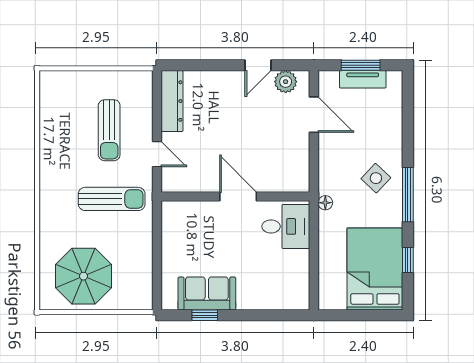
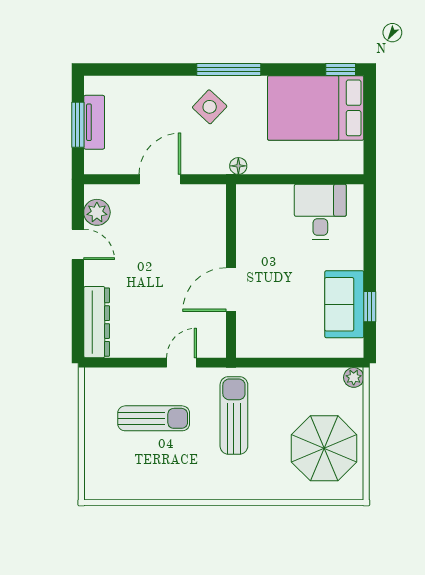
dresser: (172, 101) -> (97, 322), moved, turned 90
door: (314, 115) -> (160, 179), moved
door: (238, 196) -> (231, 290), moved
desk: (286, 226) -> (320, 212), moved
window: (408, 260) -> (341, 69), moved
plant: (144, 301) -> (354, 377), added

